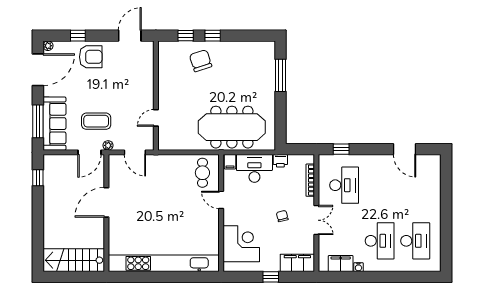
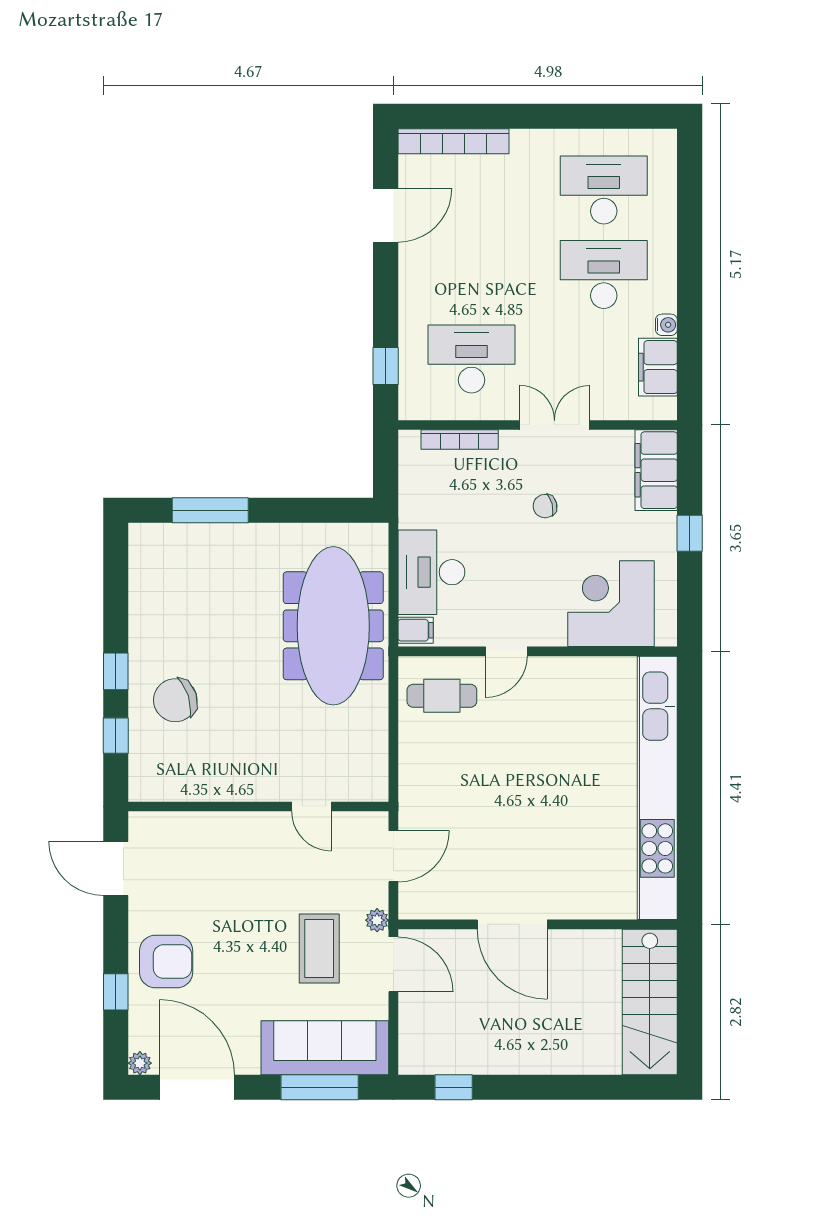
armchair: (91, 57) -> (166, 962), turned 90
printer: (280, 161) -> (413, 510), removed
bookcase: (436, 178) -> (453, 141), added

